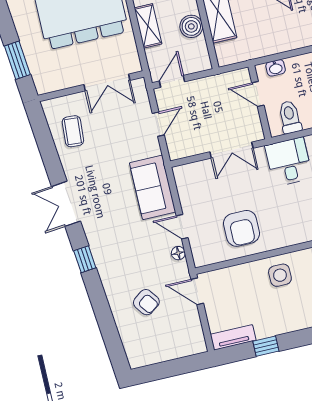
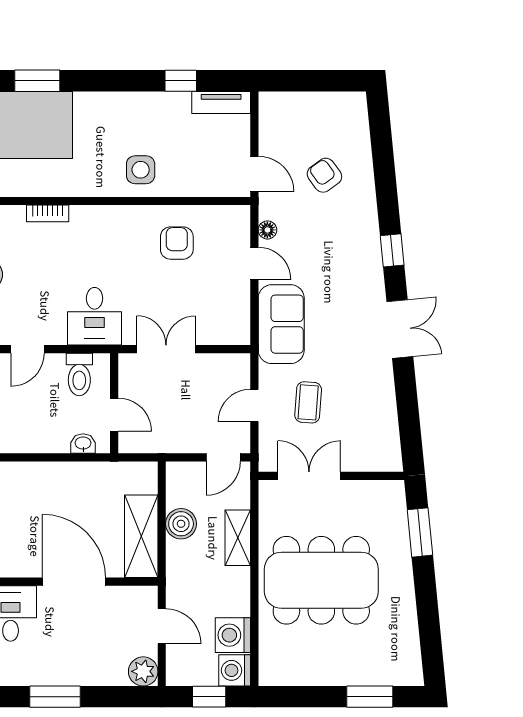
coffee table: (73, 131) -> (308, 402), moved
armchair: (242, 228) -> (177, 243), width x0.72, depth x0.72

